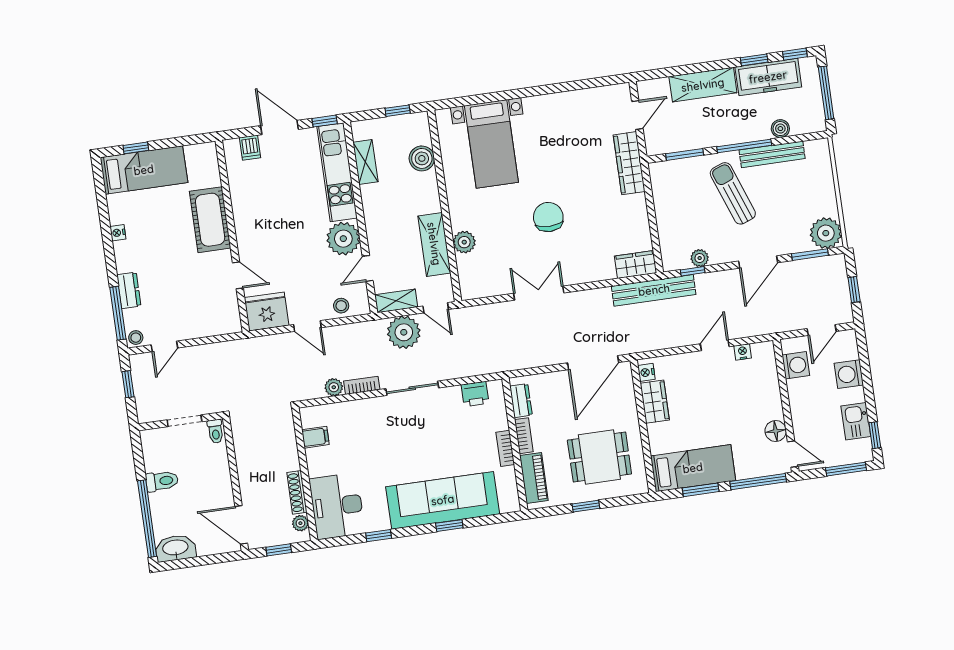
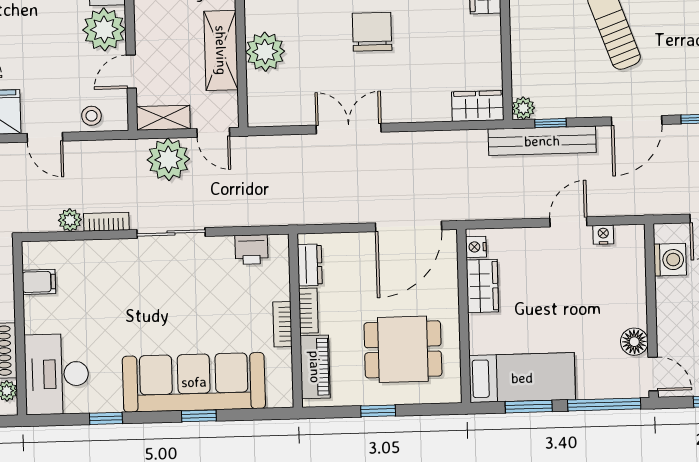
plant: (464, 242) -> (265, 52), width x1.36, depth x1.36
plant: (700, 258) -> (523, 108), moved
bench: (654, 290) -> (542, 141), moved

